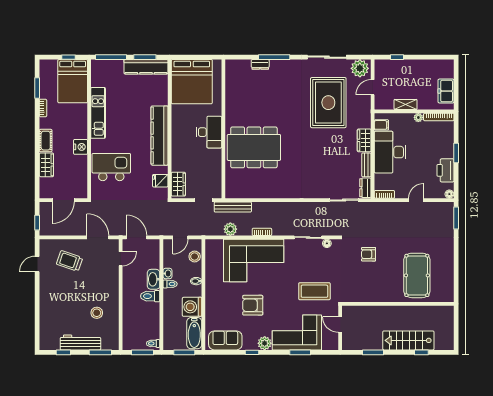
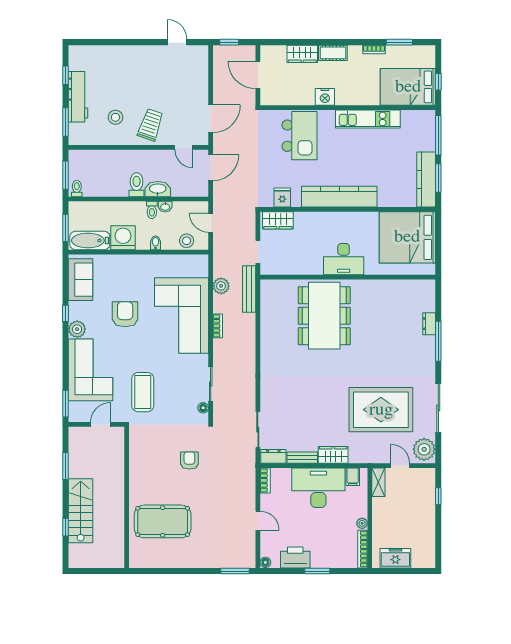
shelving: (406, 104) -> (378, 482), moved
trolley: (70, 261) -> (150, 125), moved
window: (300, 352) -> (66, 404), moved

